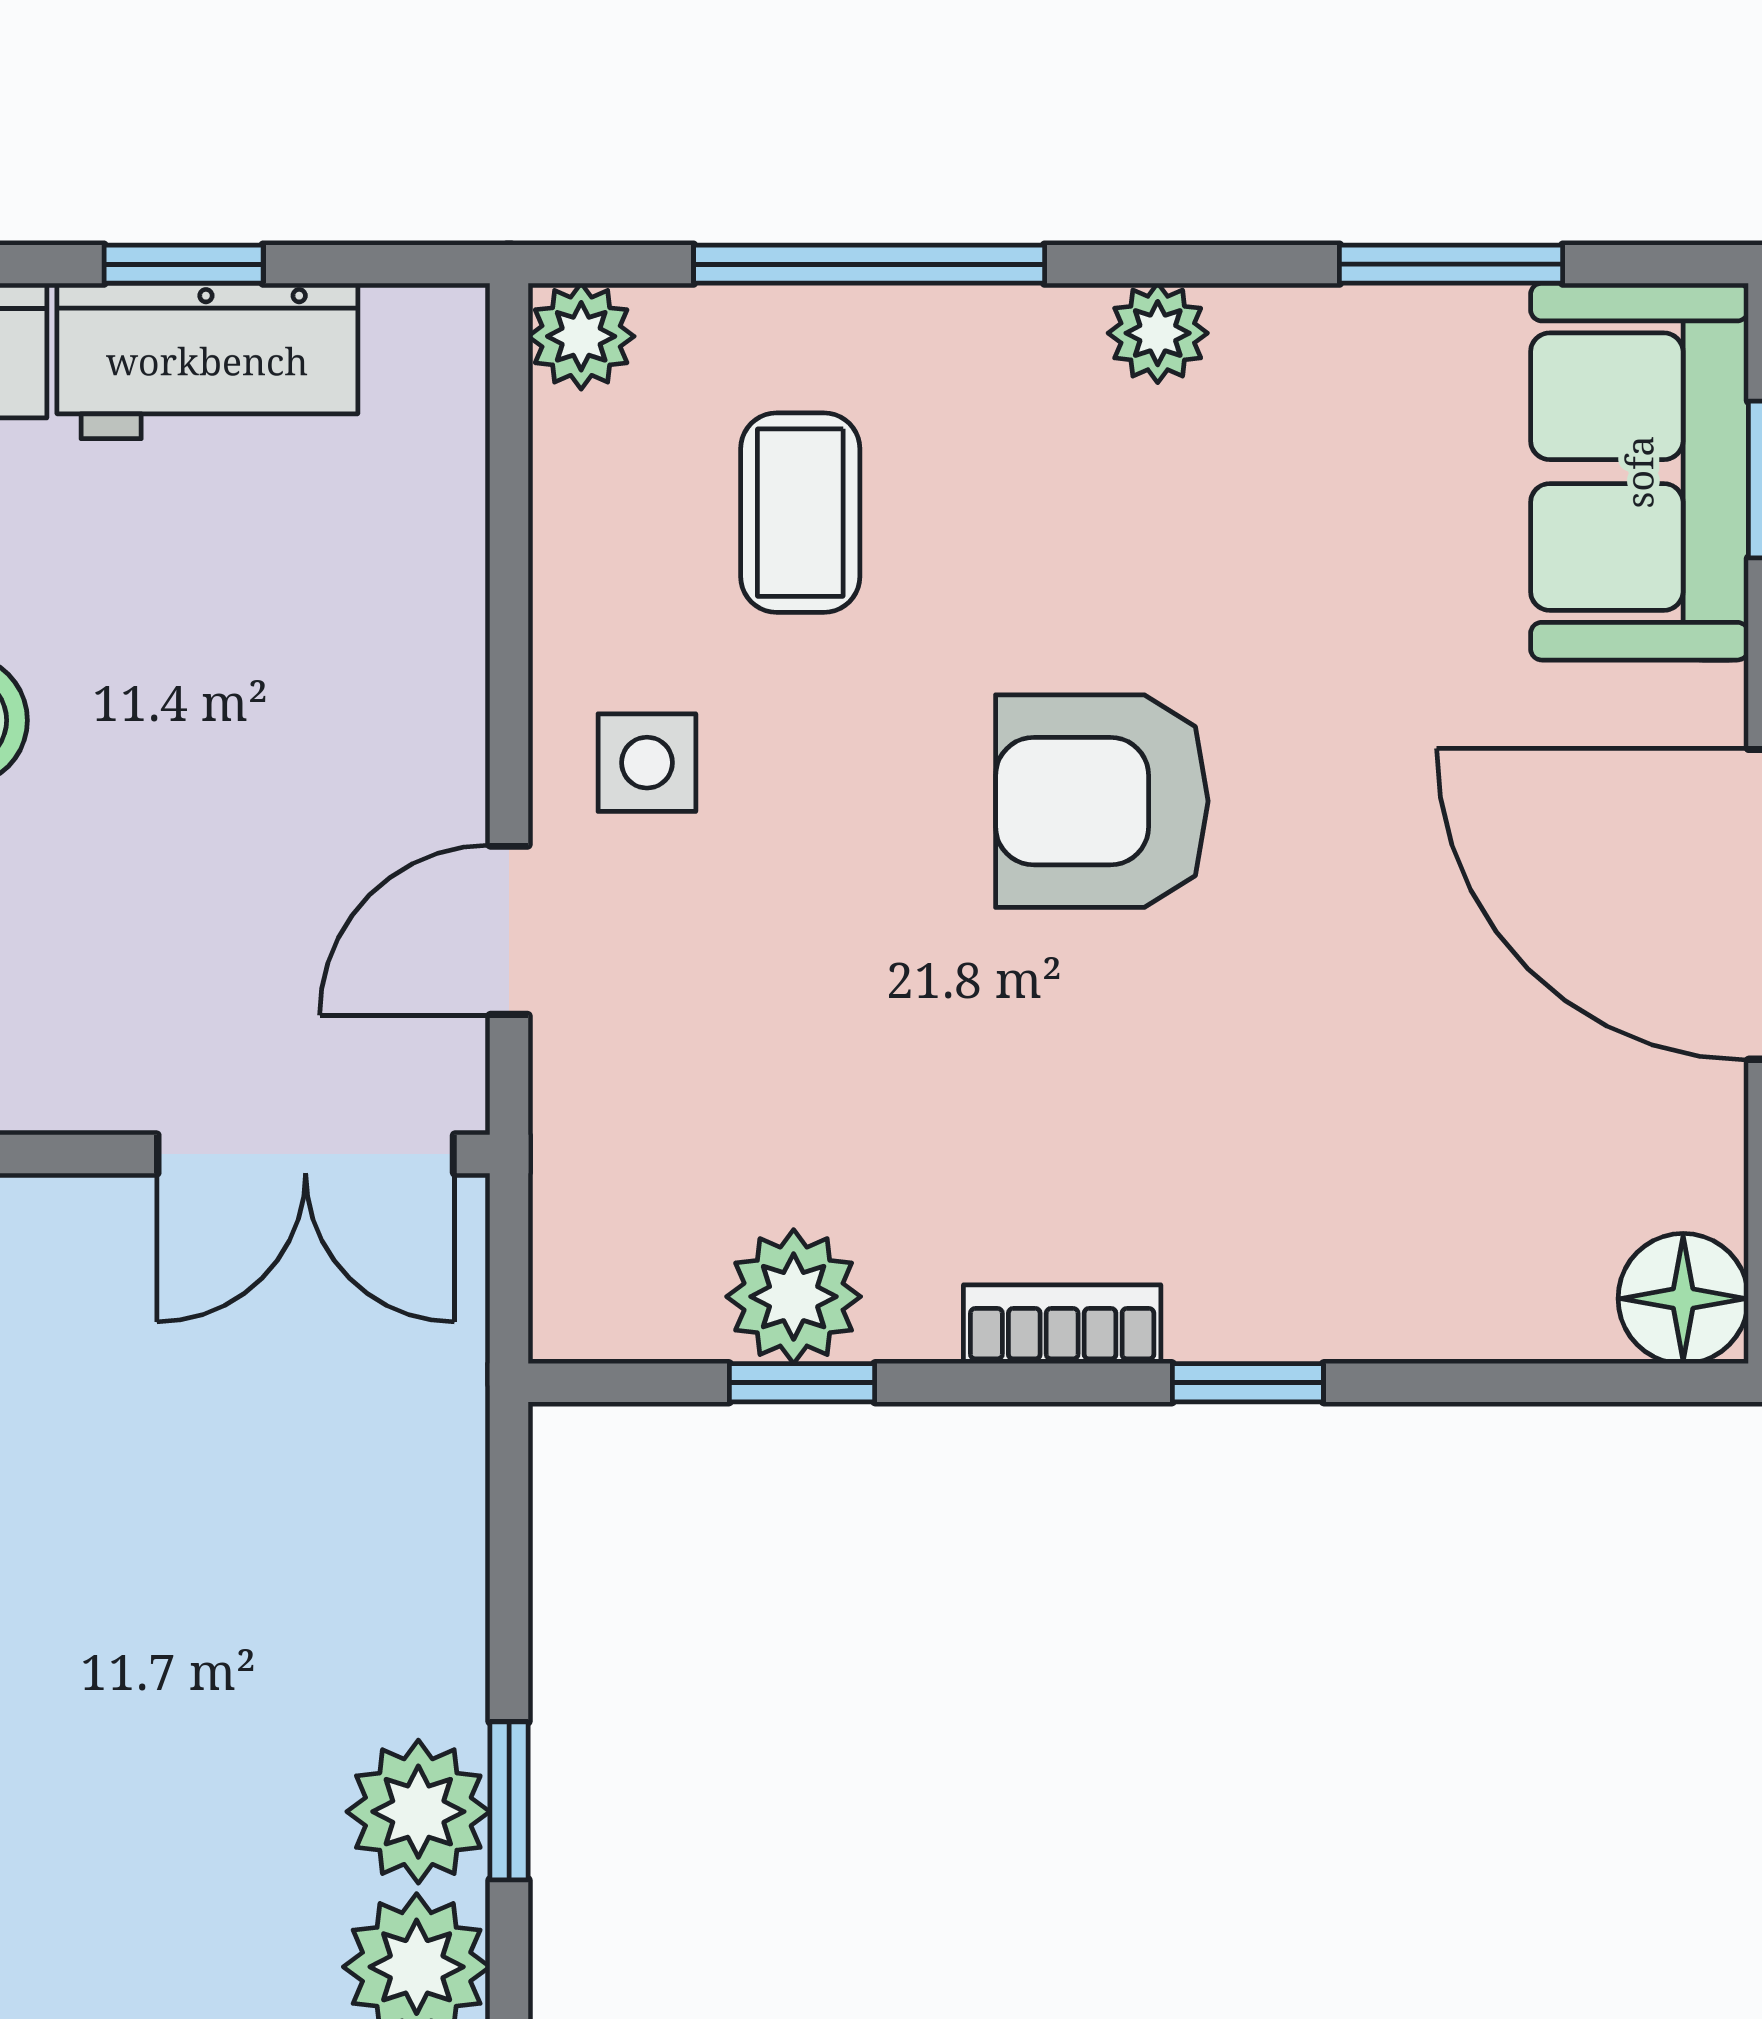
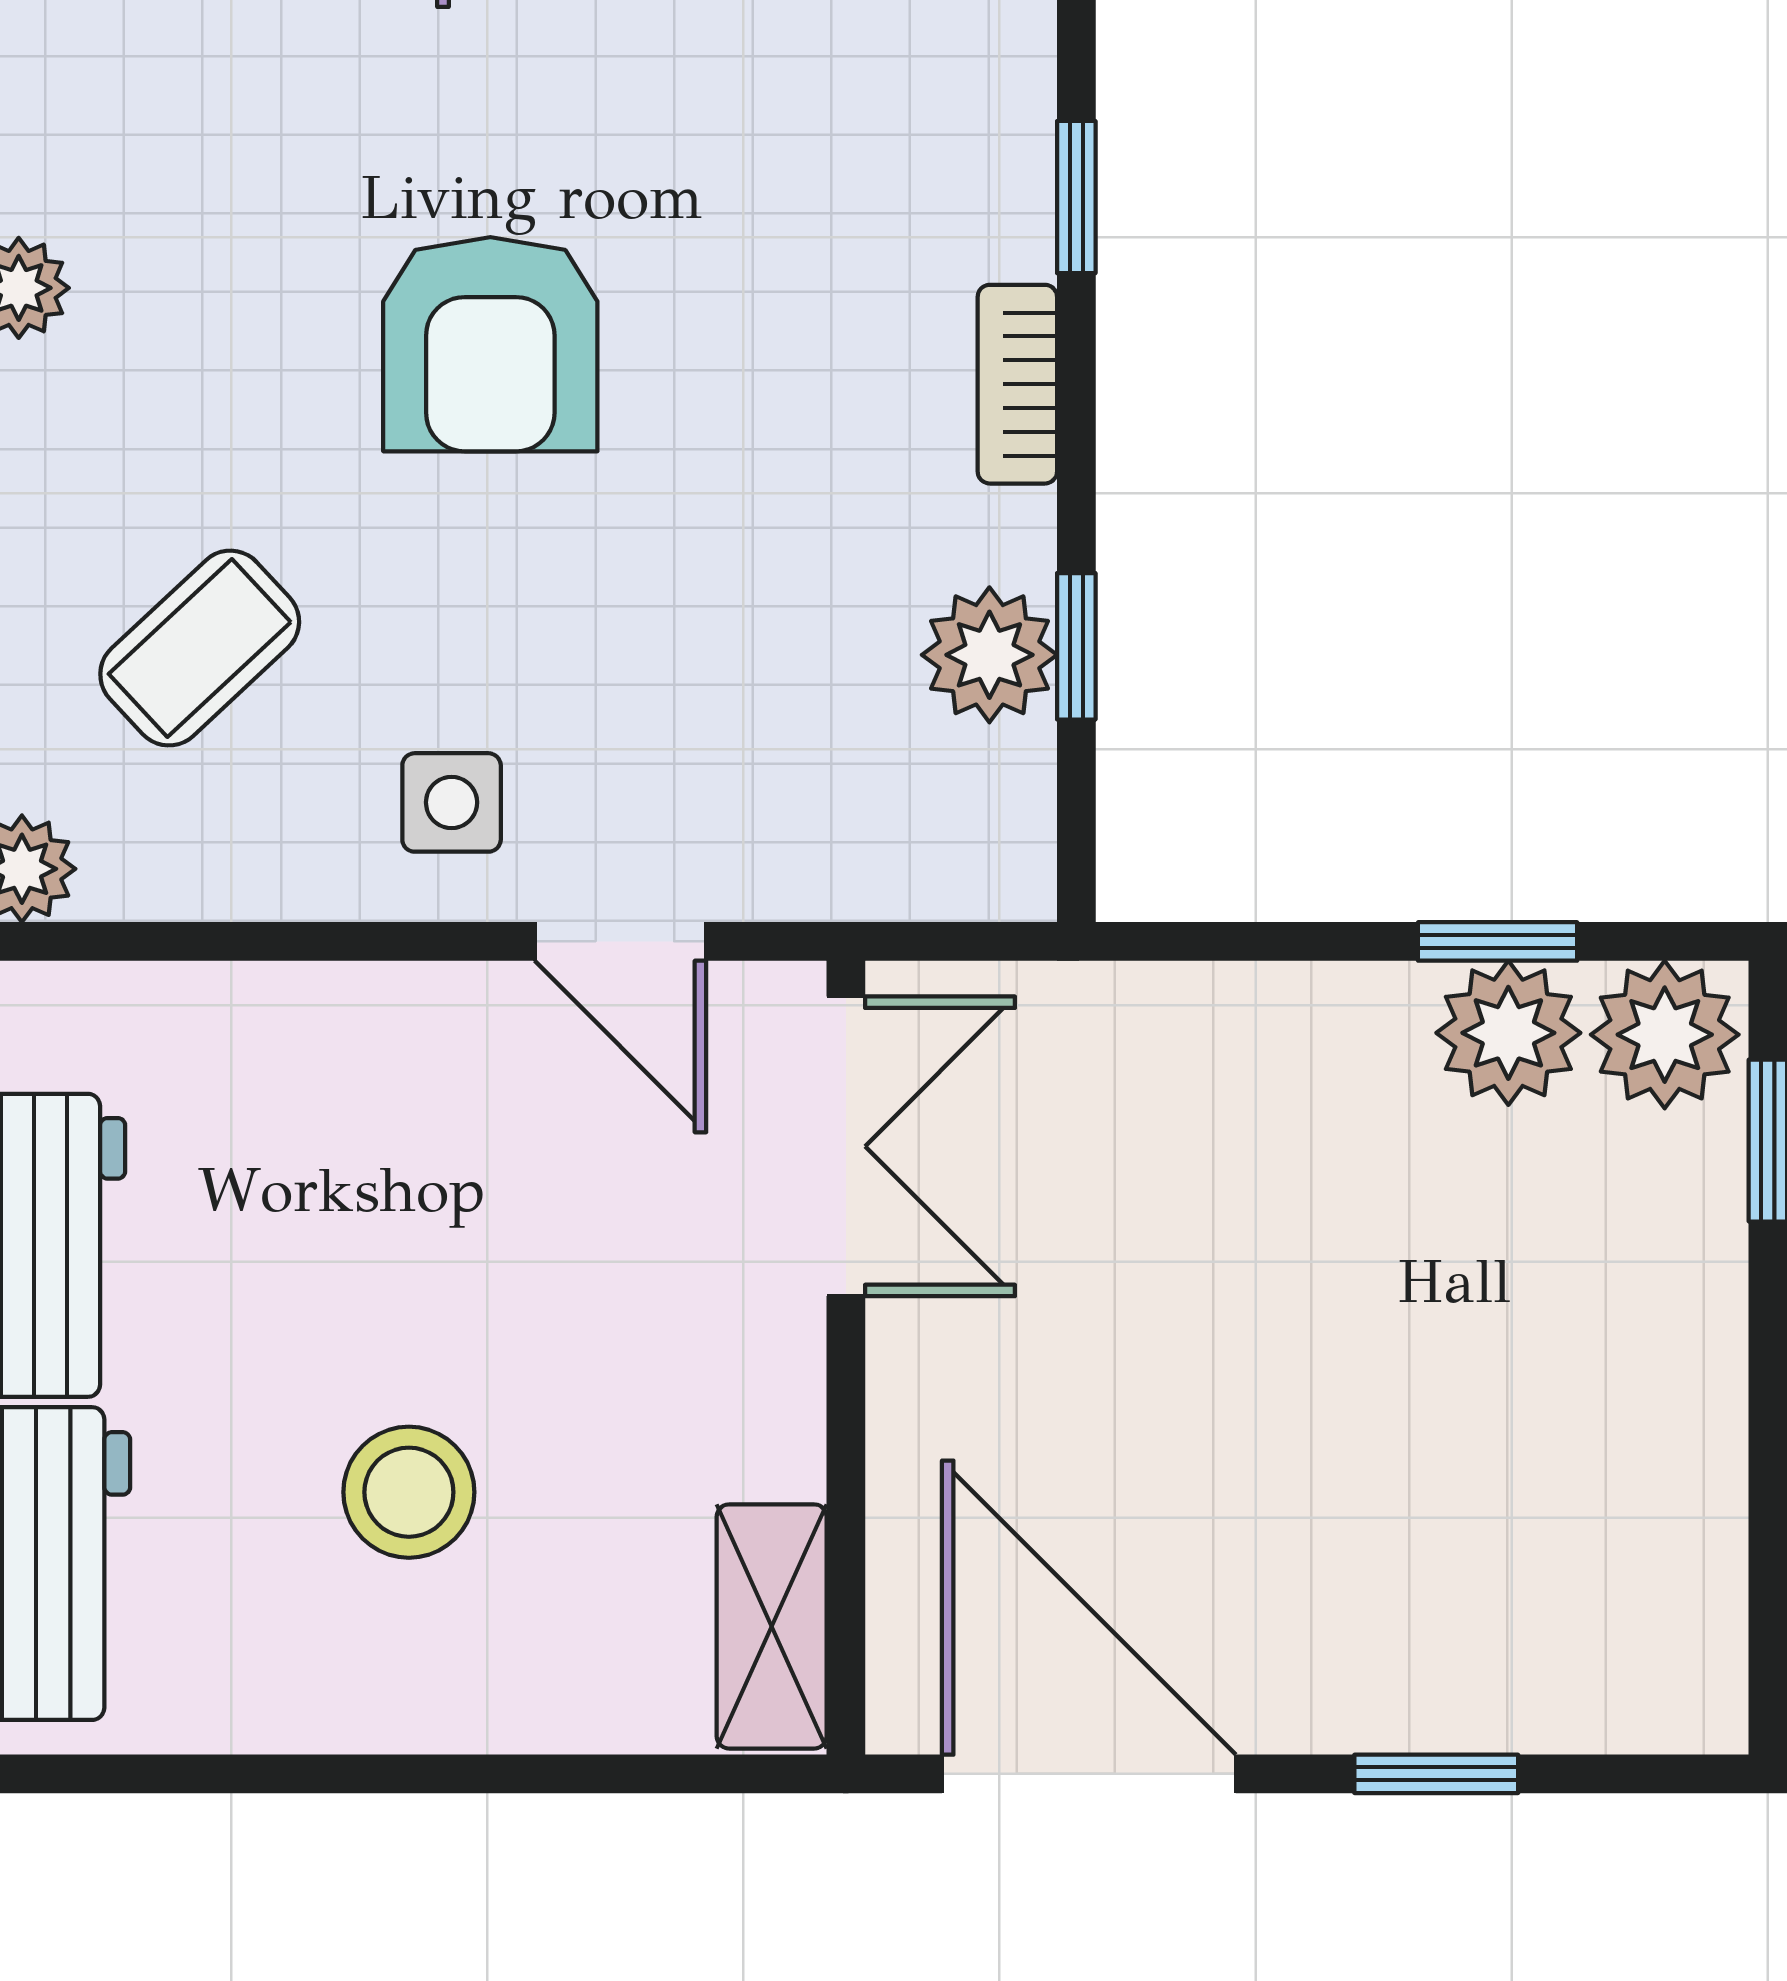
coffee table: (800, 513) -> (200, 648), turned -43

